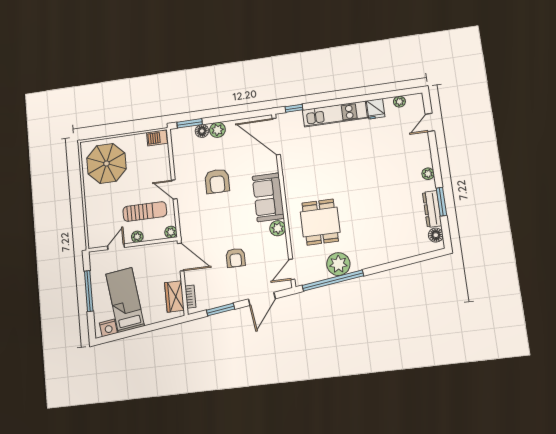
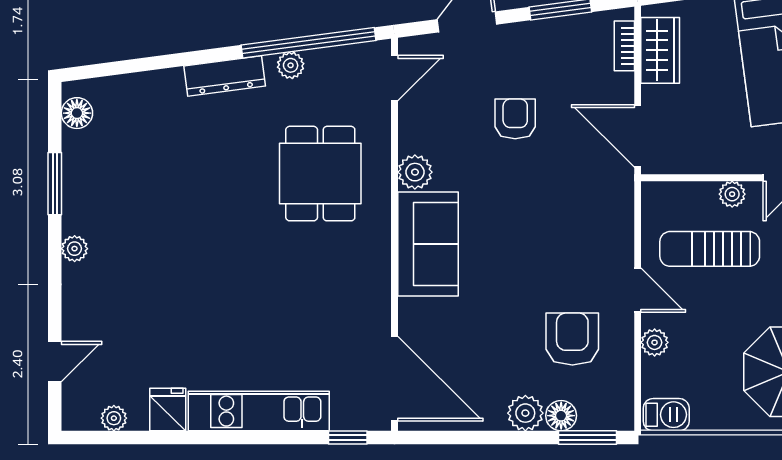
armchair: (217, 181) -> (572, 339), moved
dresser: (432, 209) -> (225, 76), moved, turned 82
plant: (171, 232) -> (655, 342), moved
plant: (338, 264) -> (291, 65), width x0.53, depth x0.53

